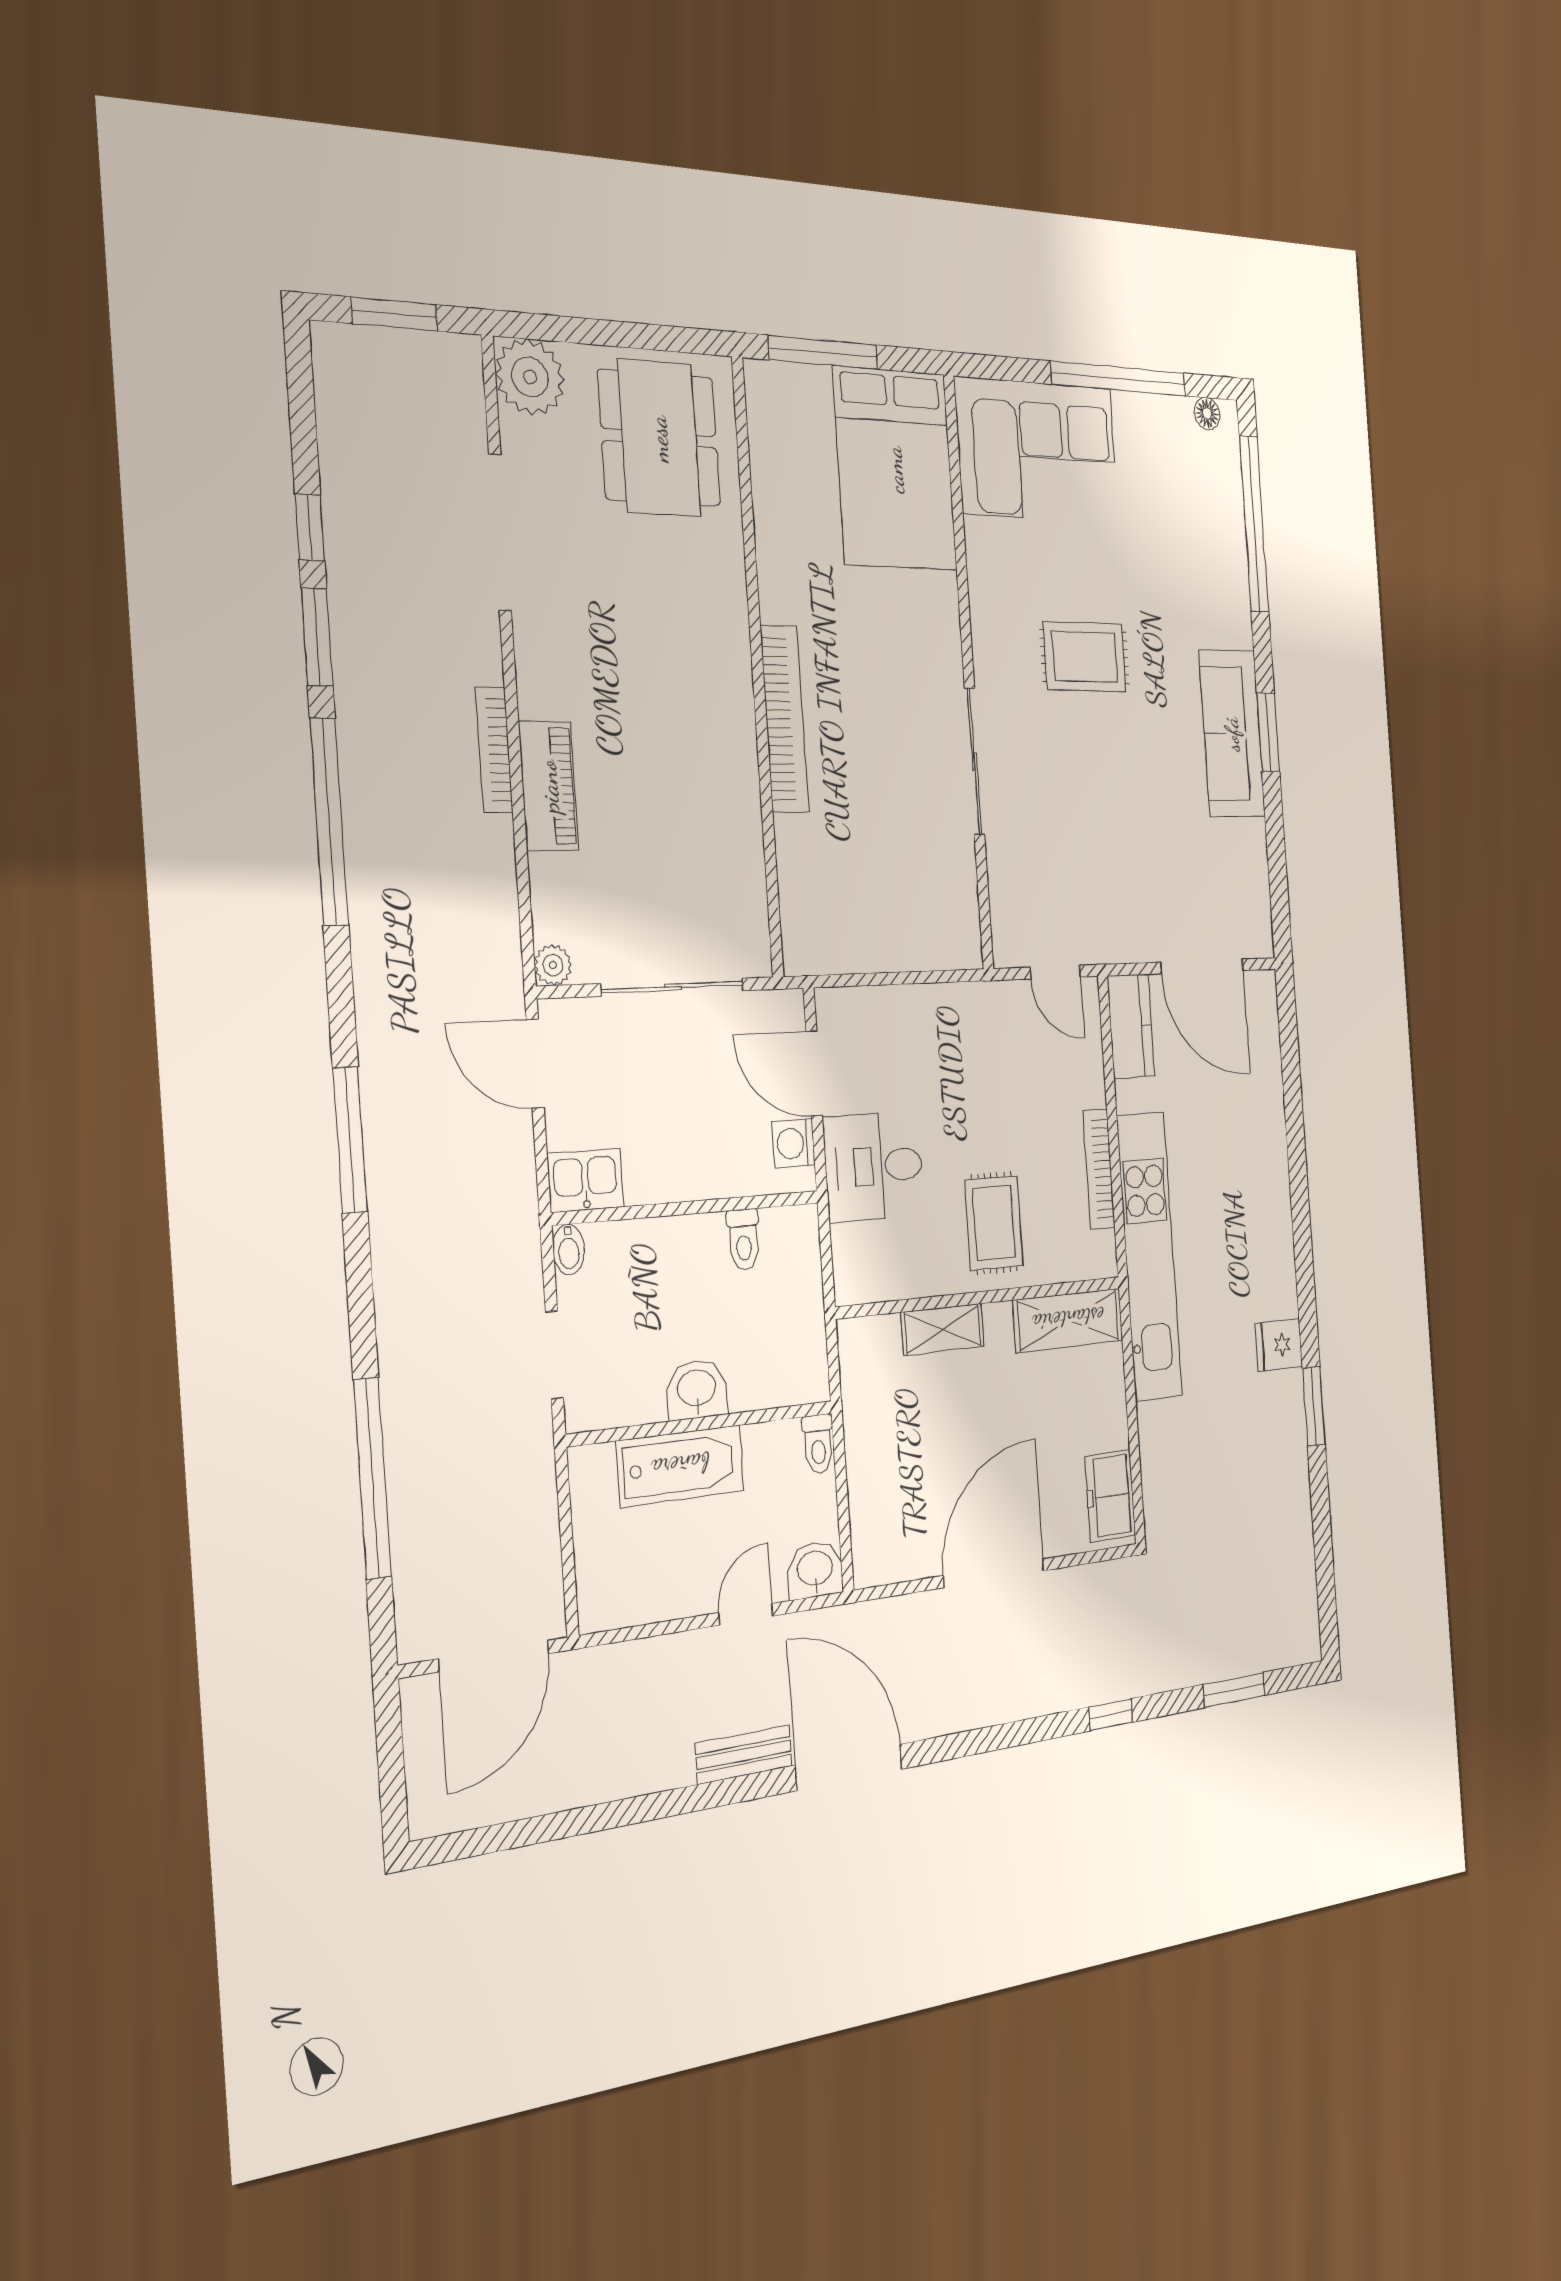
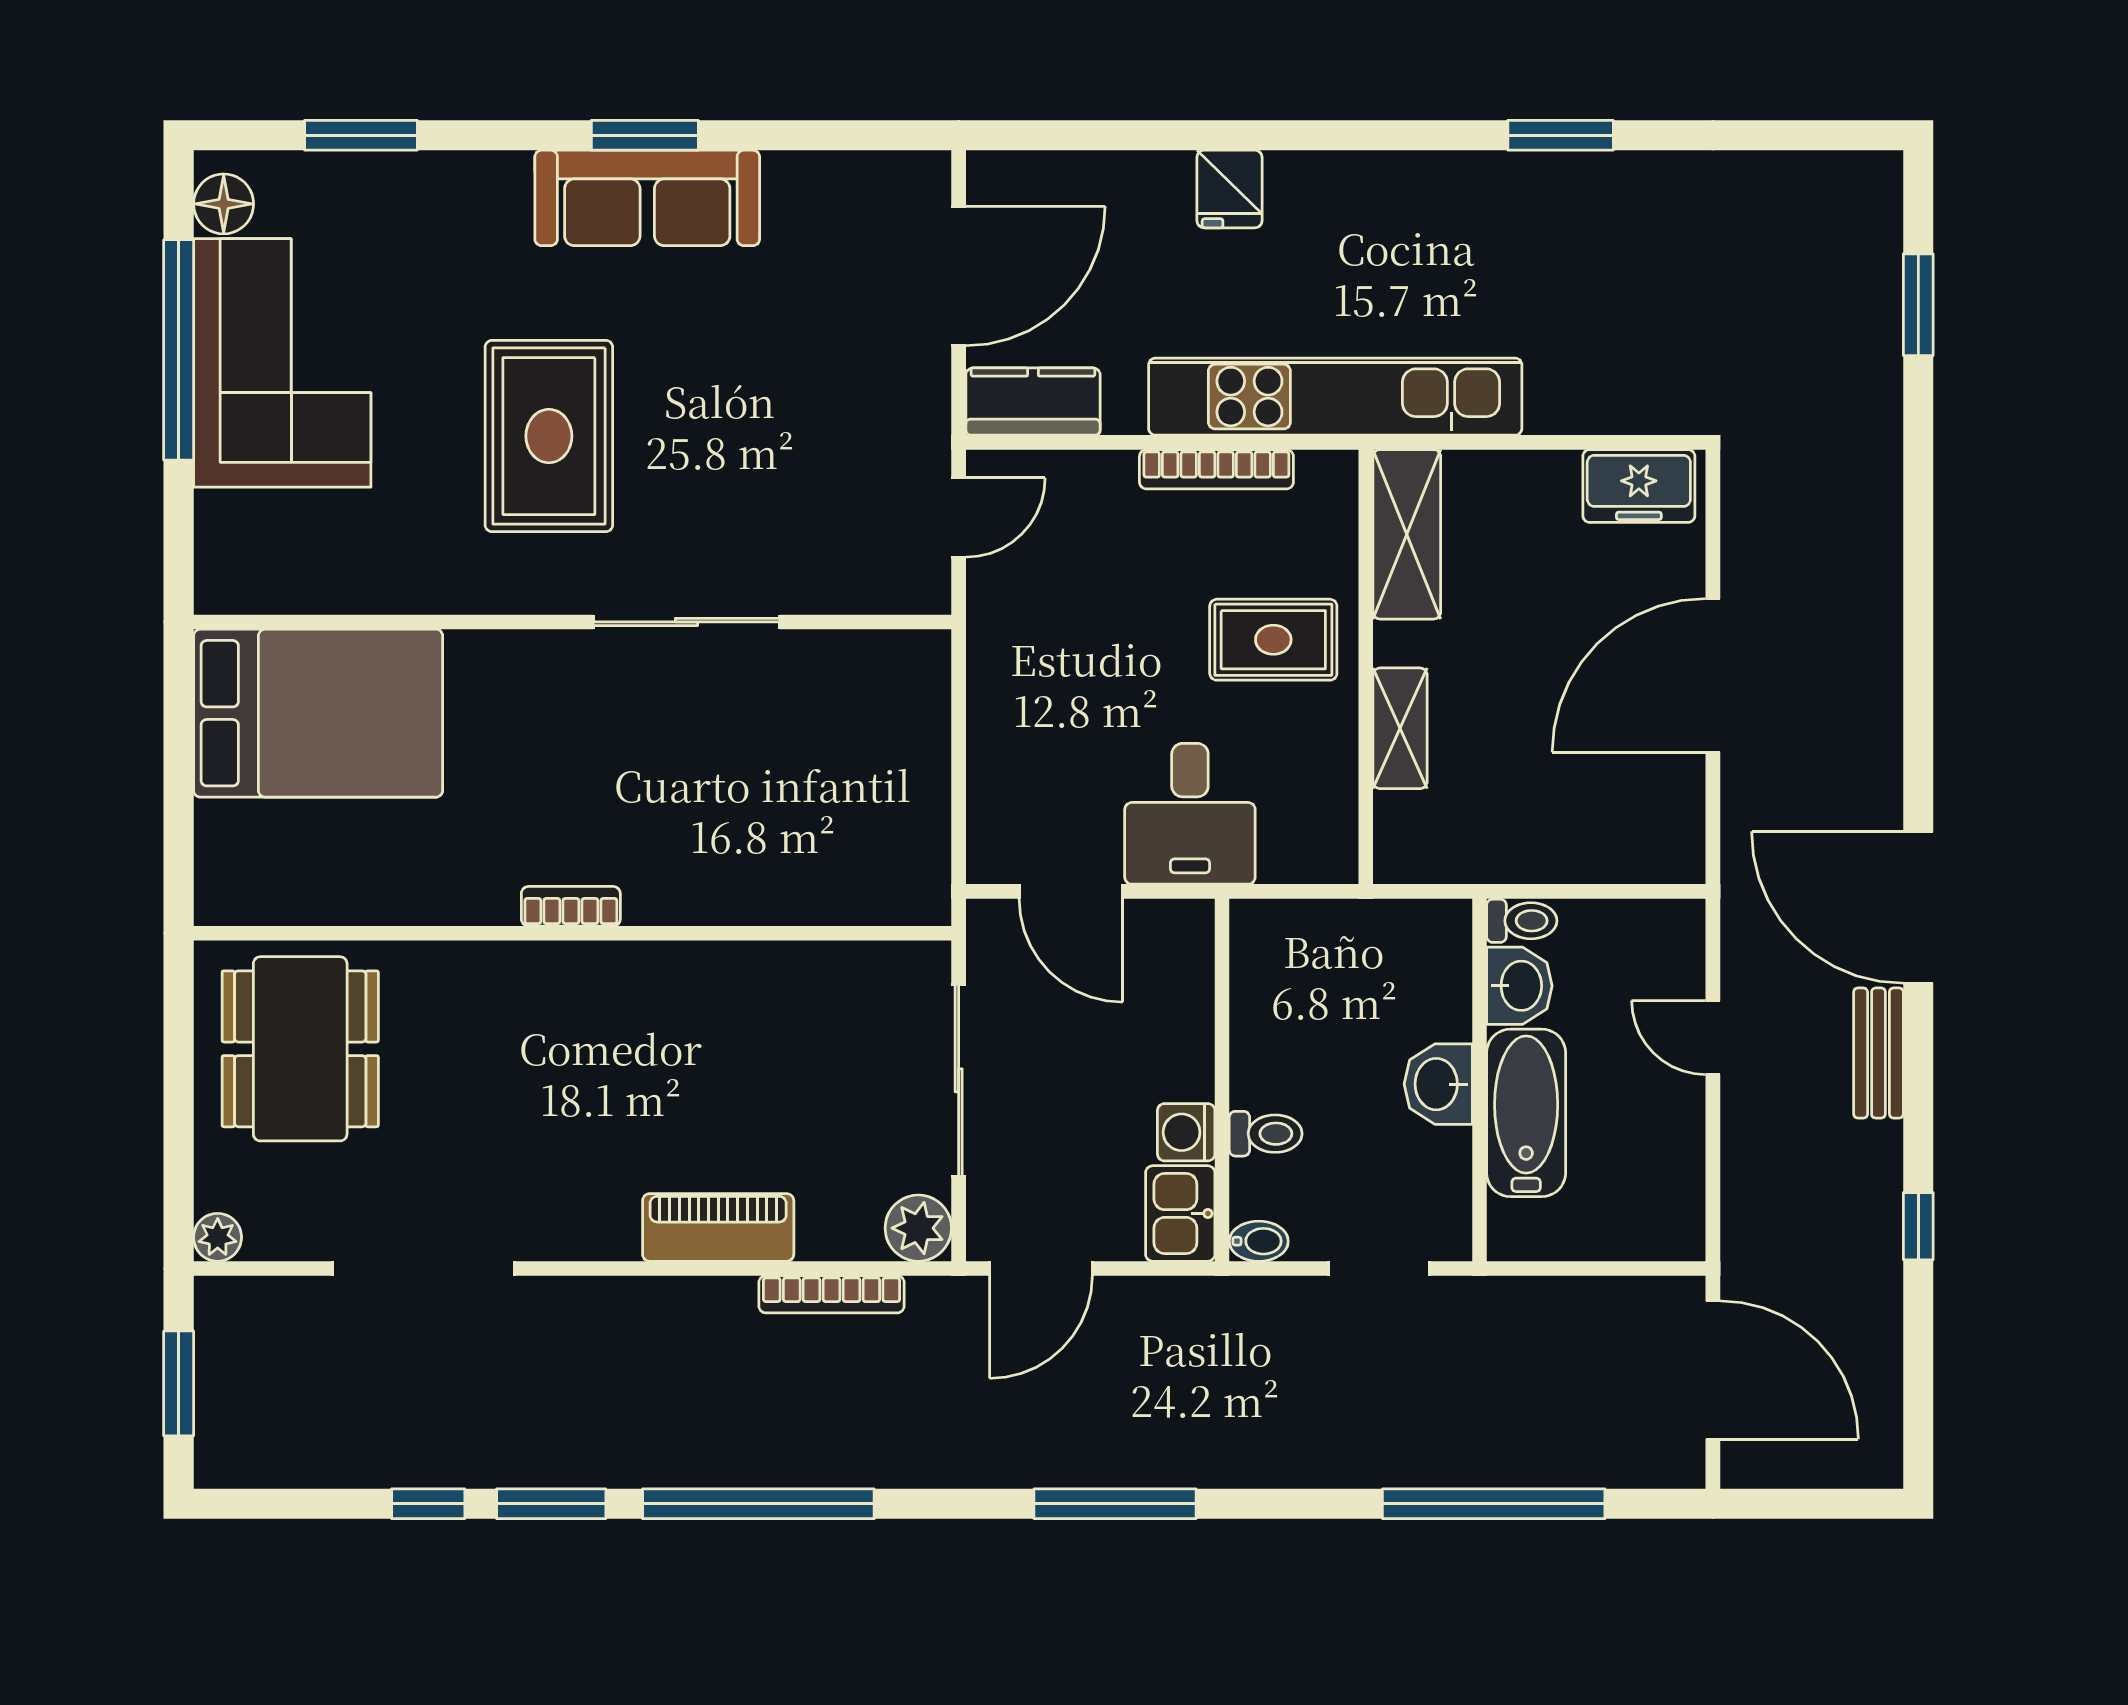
window: (823, 352) -> (179, 809), removed
plant: (530, 377) -> (218, 1237), width x0.53, depth x0.53
floor lamp: (1207, 414) -> (224, 204), width x1.37, depth x1.37
dining table: (659, 438) -> (300, 1049), turned 90
corner sofa: (1037, 451) -> (282, 363), moved
window: (1254, 524) -> (361, 135), width x0.47
rug: (1085, 657) -> (549, 436), width x1.36, depth x1.43
bookcase: (784, 719) -> (571, 906), width x0.43, depth x0.76
bookcase: (494, 750) -> (832, 1294), moved
plant: (553, 965) -> (918, 1228), width x1.38, depth x1.38
door: (814, 1073) -> (1071, 891), hinge flipped
washing machine: (794, 1143) -> (1186, 1132), moved, turned 90
toilet: (743, 1240) -> (1266, 1134), moved
fridge: (1279, 1345) -> (1229, 189), moved
washbasin: (815, 1570) -> (1519, 986), moved, turned 180
door: (994, 1573) -> (1713, 675), hinge flipped
window: (1111, 1715) -> (1918, 1226), moved
door: (849, 1767) -> (1918, 907), hinge flipped

